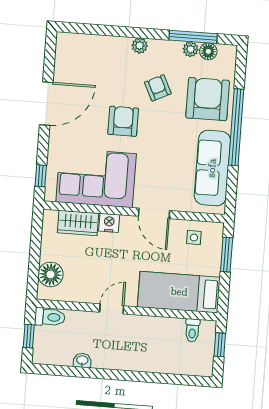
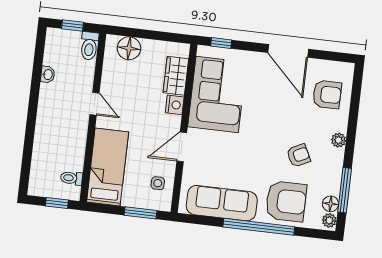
plant: (191, 49) -> (329, 220), moved
armchair: (123, 121) -> (327, 94), moved

